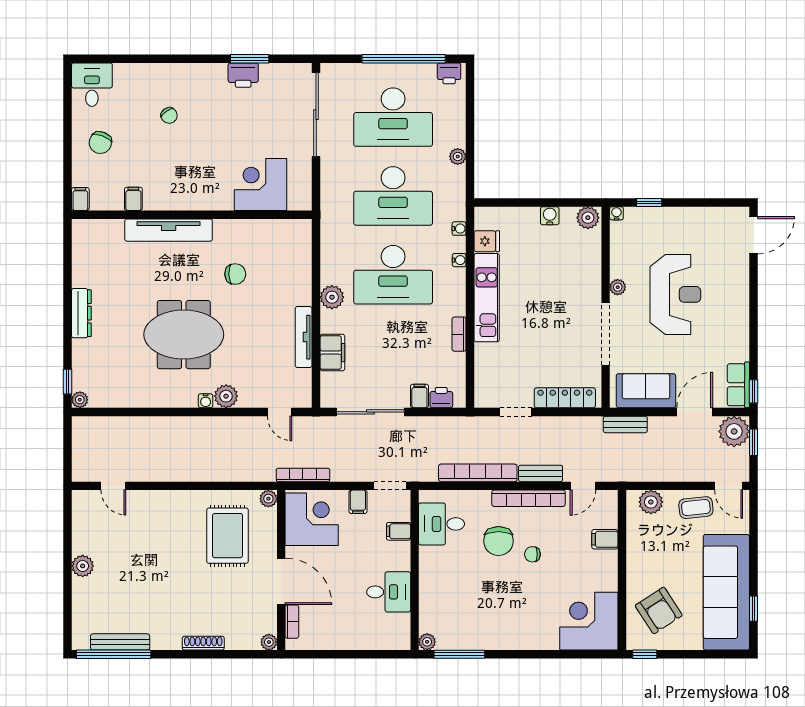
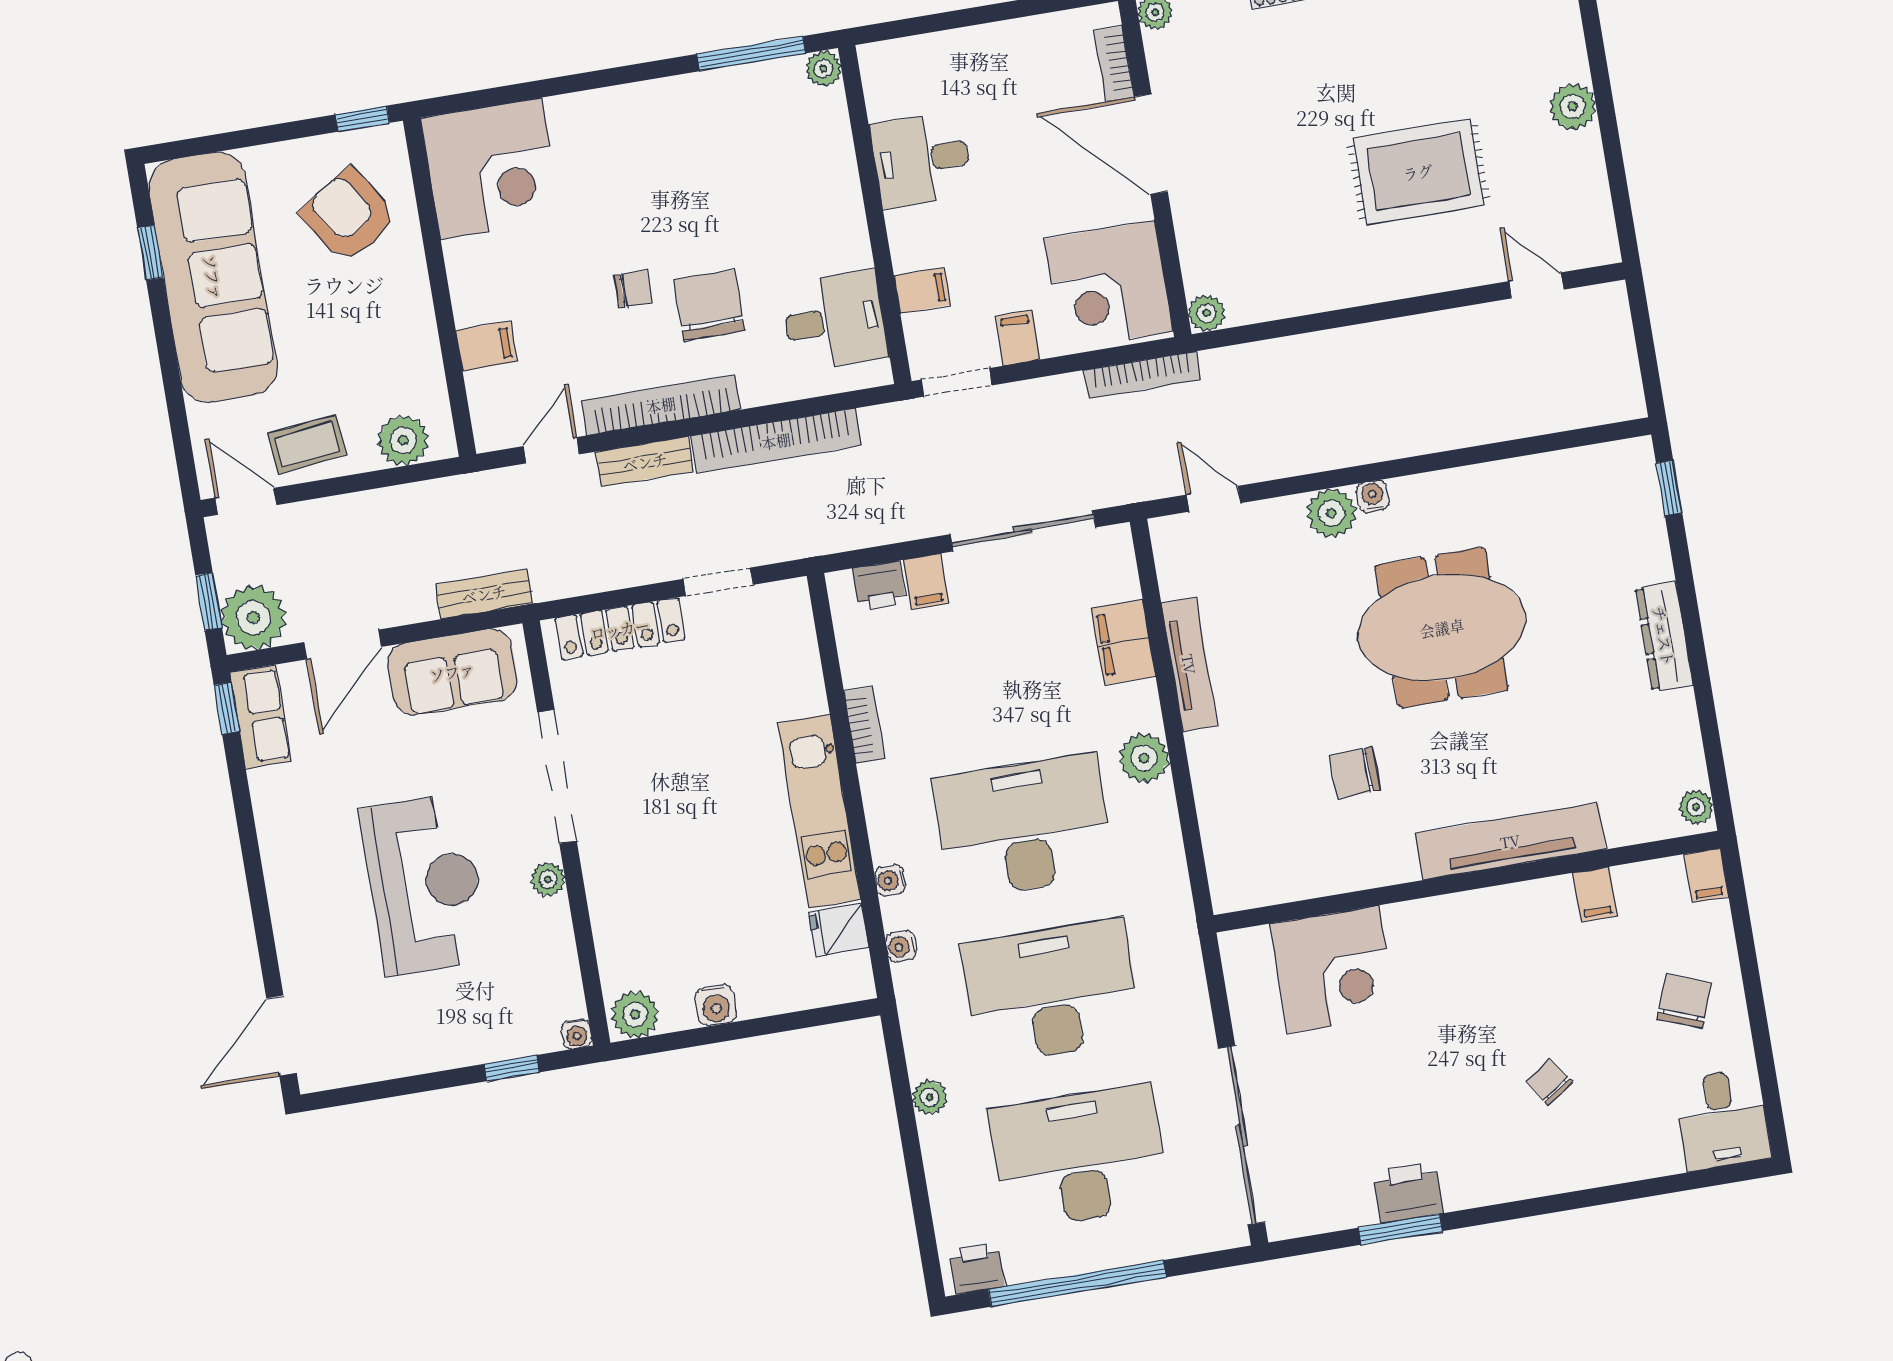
reception desk: (675, 294) -> (424, 884), turned 180
plant: (80, 400) -> (1696, 807), moved
rug: (228, 536) -> (1418, 172), moved, turned 90

